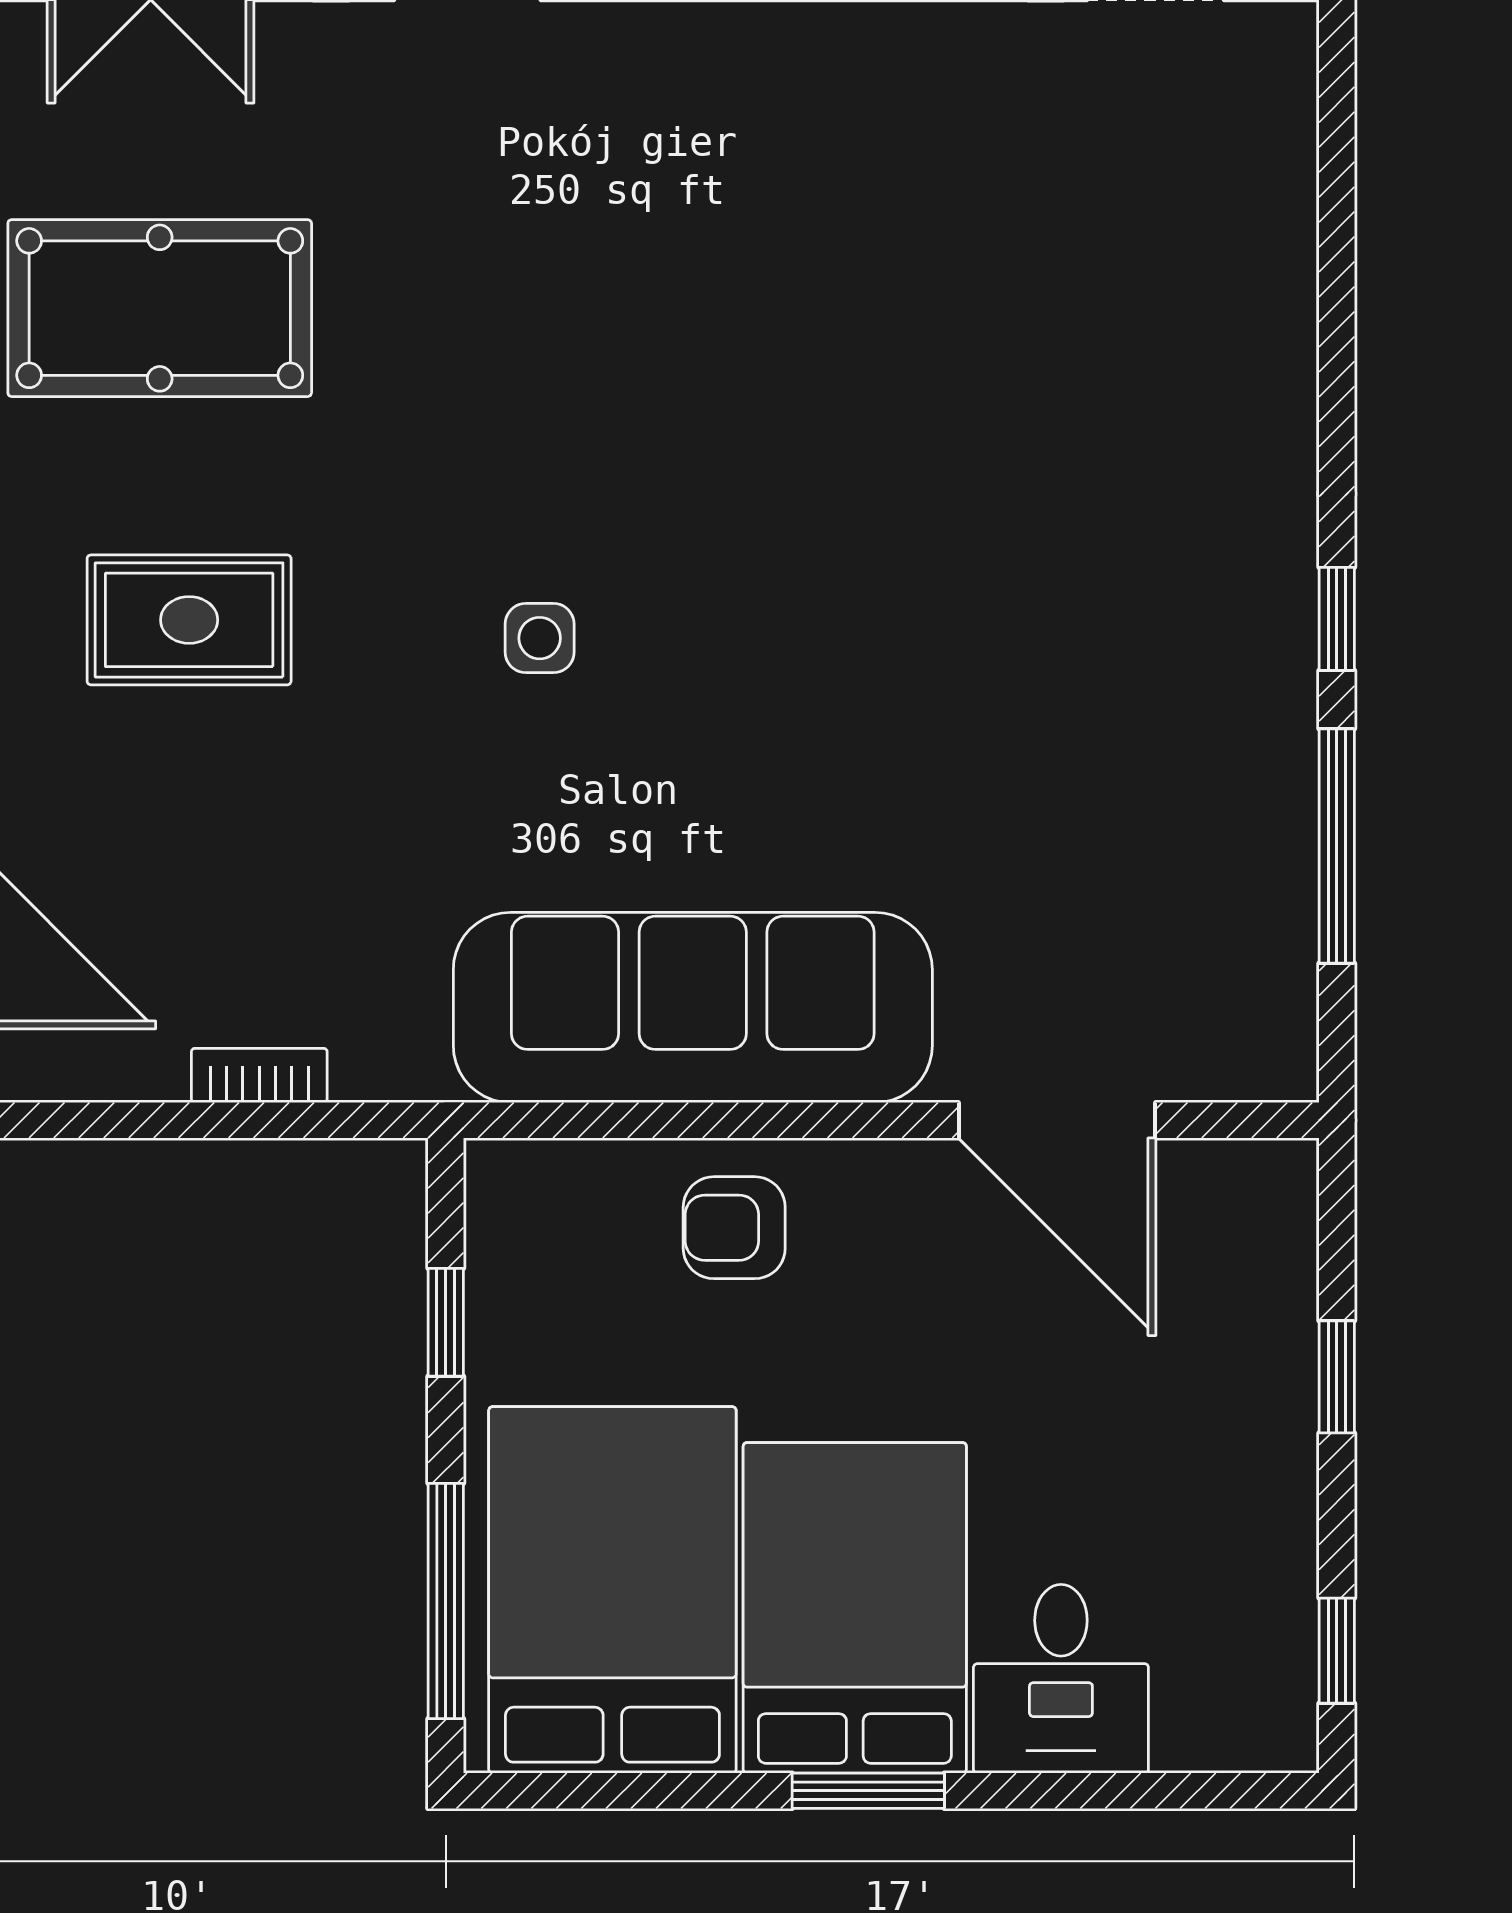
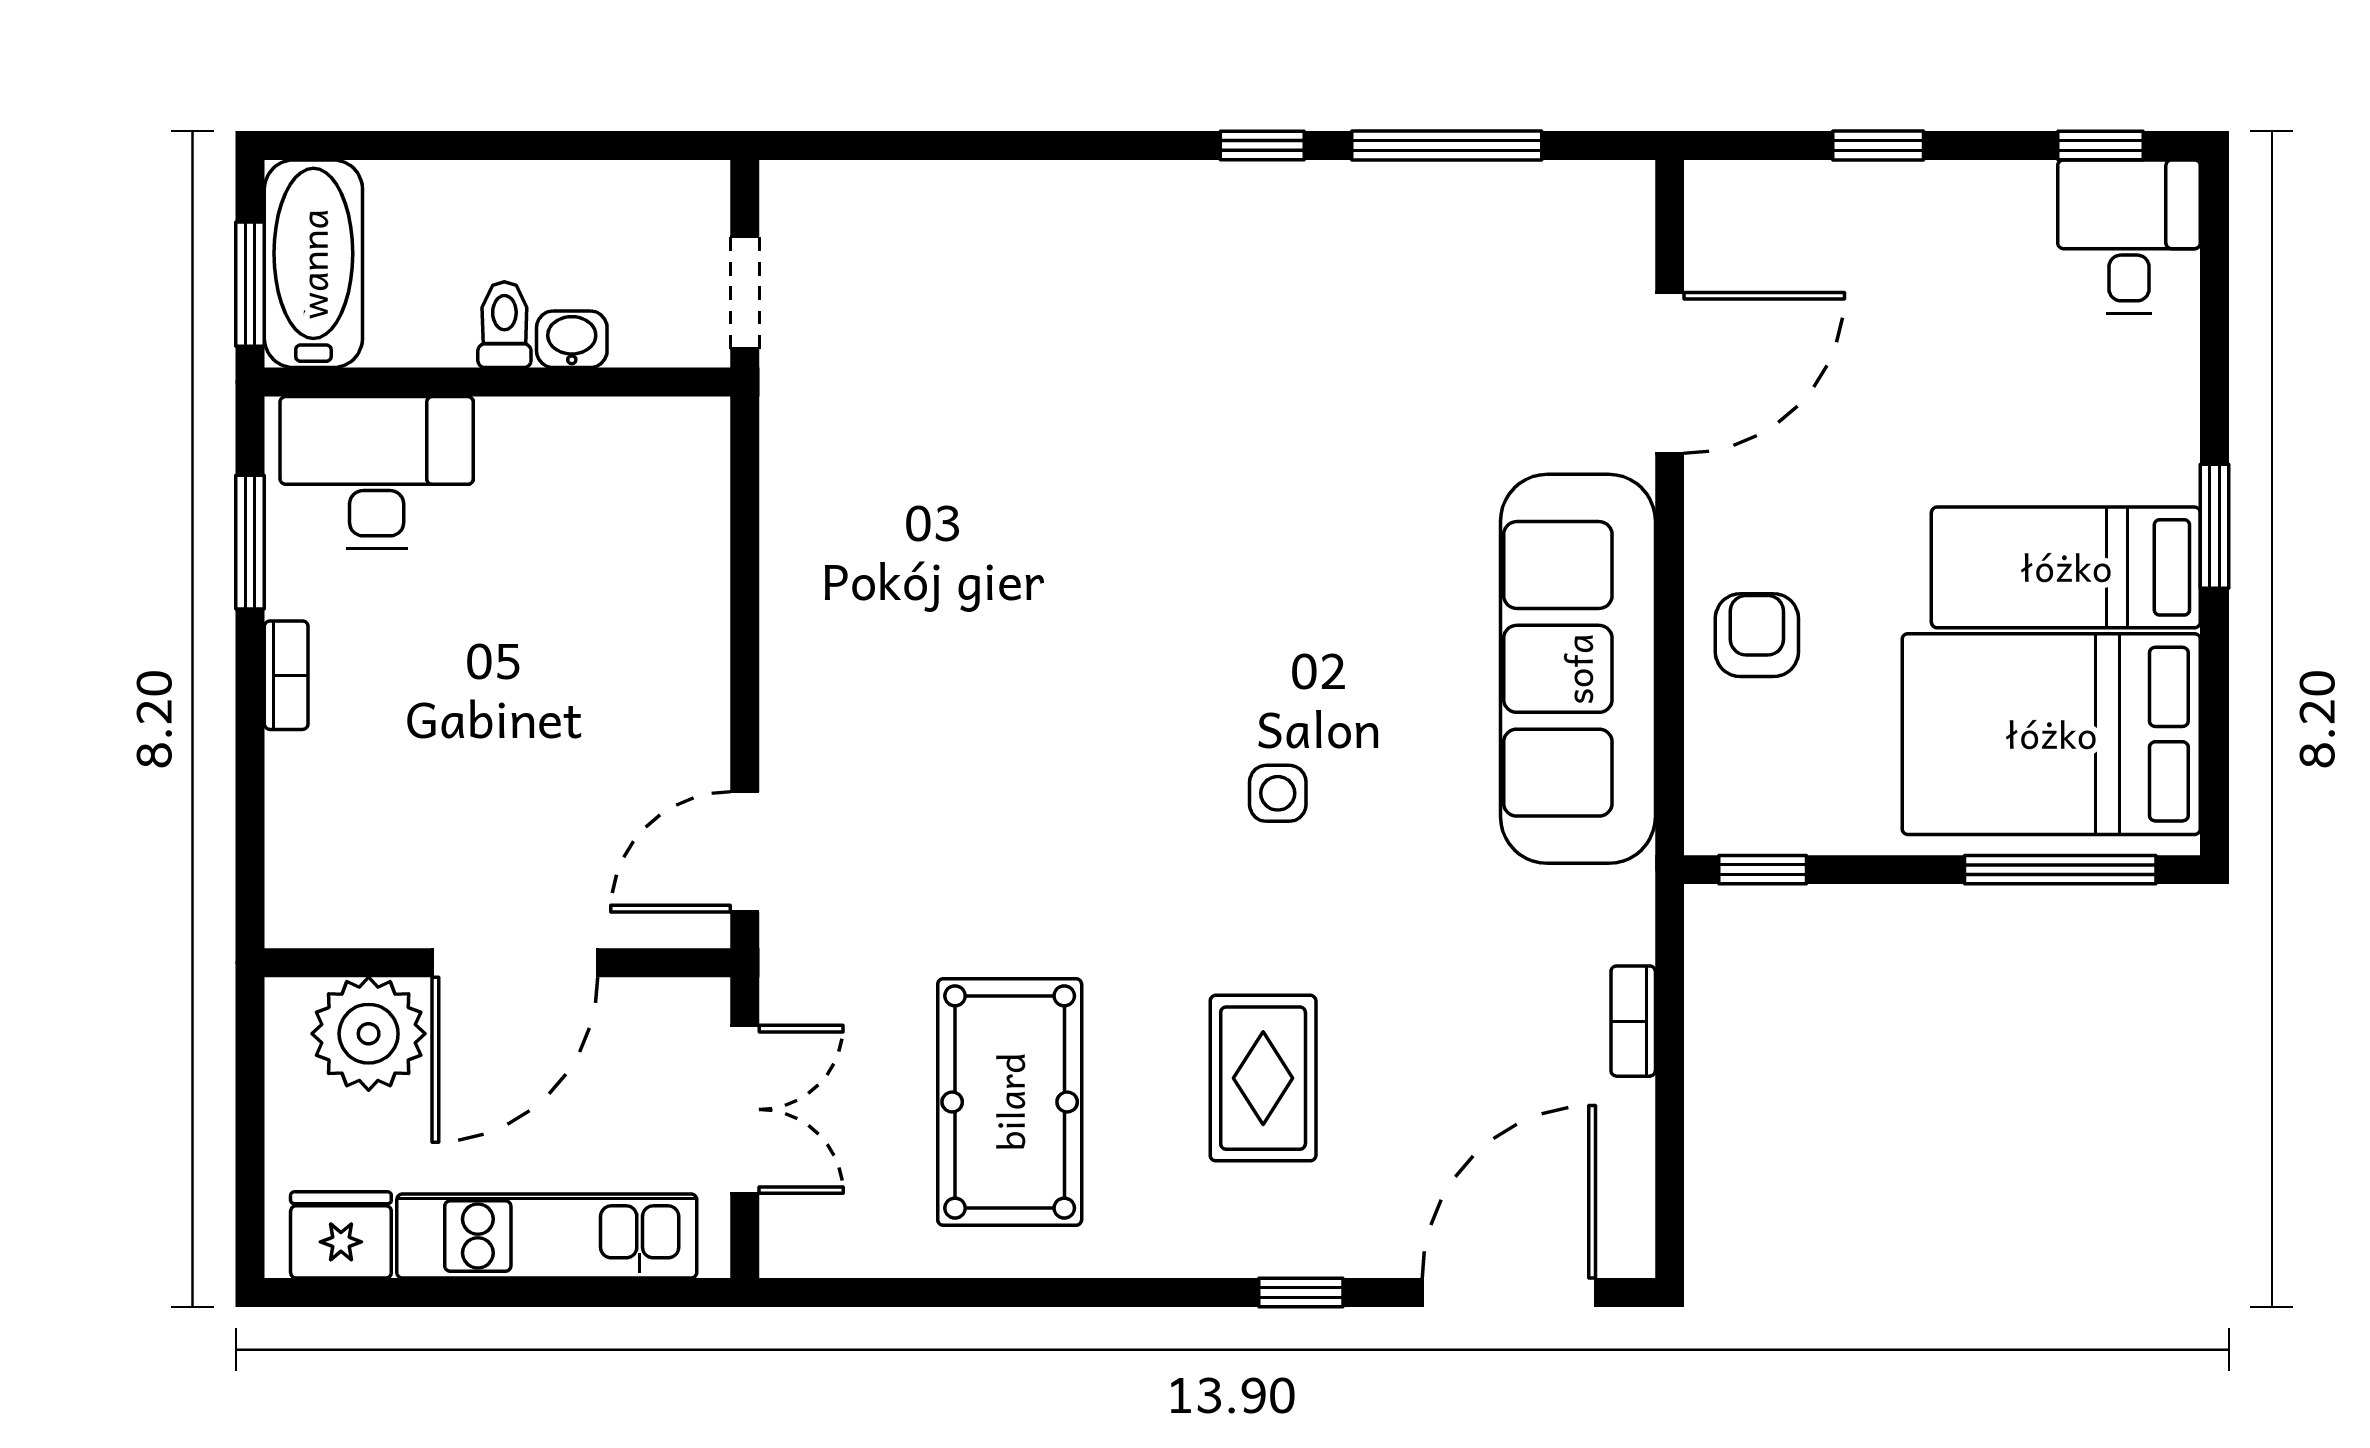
armchair: (734, 1228) -> (1757, 635), turned 180
window: (446, 1322) -> (1763, 870), moved
bed: (855, 1608) -> (2066, 567), width x0.67
desk: (1061, 1679) -> (2129, 237), moved, turned -90

